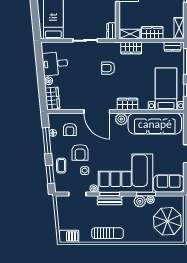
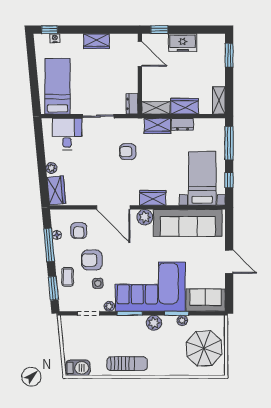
dresser: (172, 47) -> (182, 124), moved
desk: (55, 64) -> (67, 134), moved, turned 95
armchair: (80, 152) -> (92, 260), turned 90
bench: (110, 200) -> (130, 321), removed
plant: (140, 201) -> (154, 323), moved

